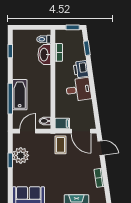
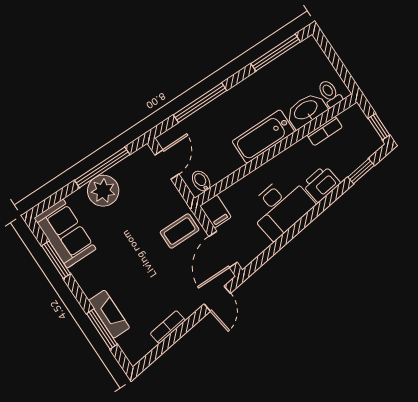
window: (10, 51) -> (276, 53), width x2.17
desk: (79, 90) -> (281, 207), width x1.37
bathtub: (20, 95) -> (263, 137), moved, turned 180
door: (28, 131) -> (167, 164), hinge flipped
plant: (21, 155) -> (103, 191), moved
window: (10, 160) -> (102, 167), width x2.17

